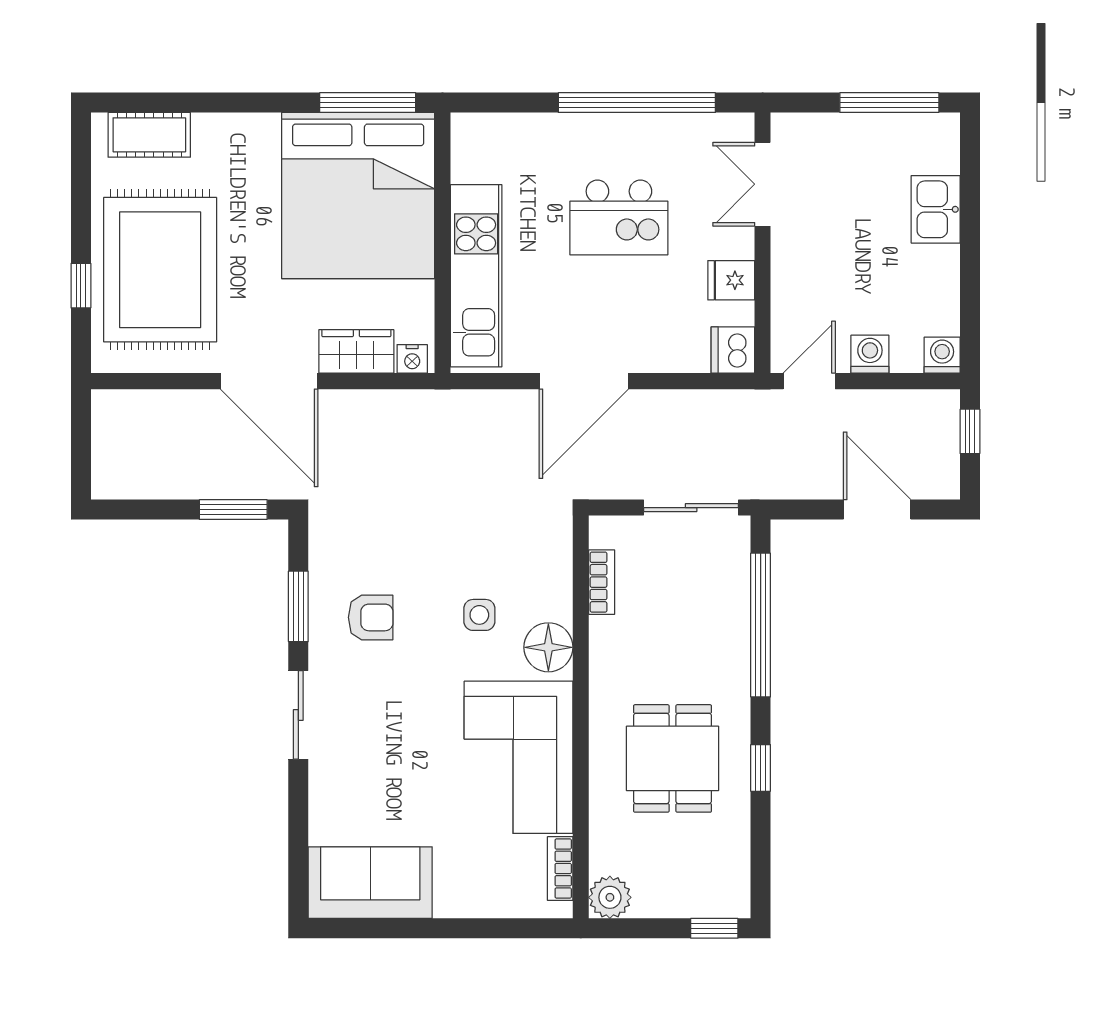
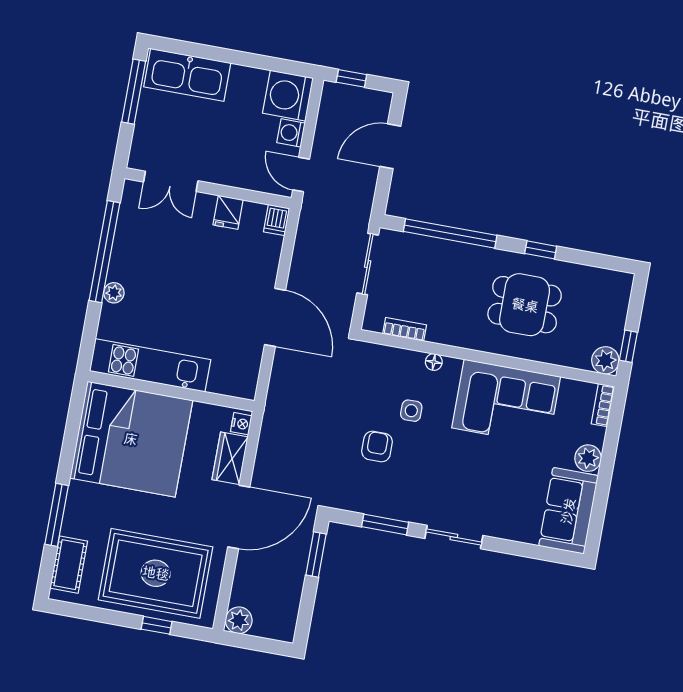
window: (368, 103) -> (57, 515), moved
plant: (577, 128) -> (114, 293), added
kitchen sink: (936, 209) -> (187, 75), width x1.87, depth x1.24
kitchen island: (619, 218) -> (175, 276), removed
kitchen unit: (476, 276) -> (150, 365), moved
dishwasher: (733, 350) -> (277, 220), width x0.73
washing machine: (942, 355) -> (288, 96), width x1.89, depth x1.89
plant: (111, 410) -> (239, 620), added
armchair: (371, 617) -> (377, 447), moved
floor lamp: (548, 647) -> (434, 362), width x0.53, depth x0.53
bookcase: (560, 869) -> (603, 405), moved, turned 90
plant: (456, 898) -> (588, 458), added
window: (714, 928) -> (628, 346), moved

